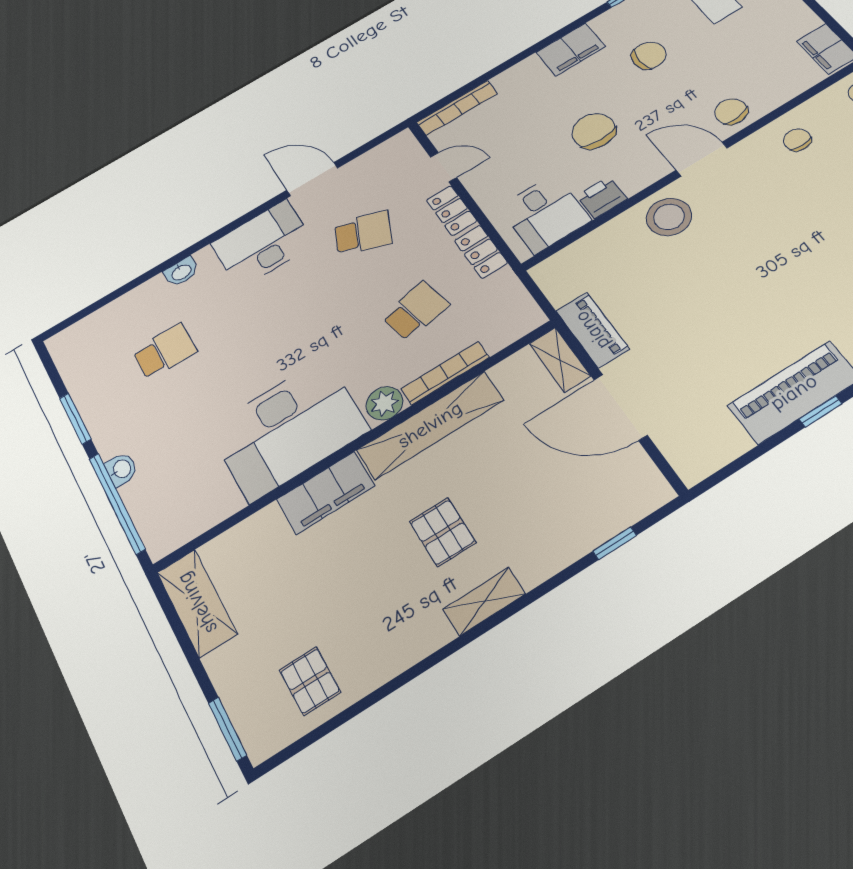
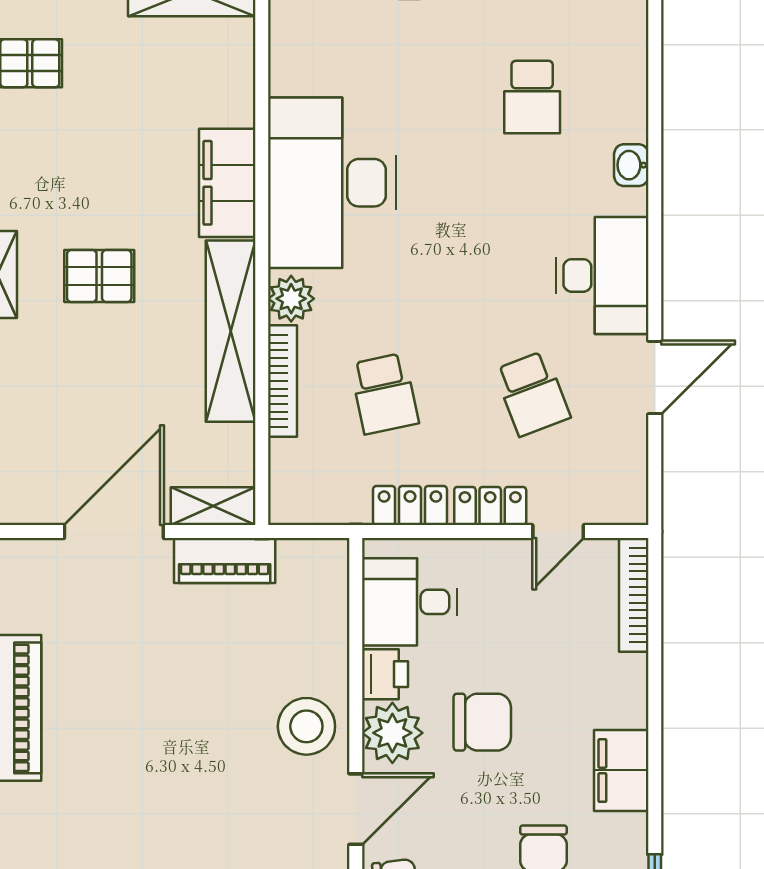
plant: (637, 171) -> (392, 733), added
school desk: (363, 233) -> (532, 394), turned -42

